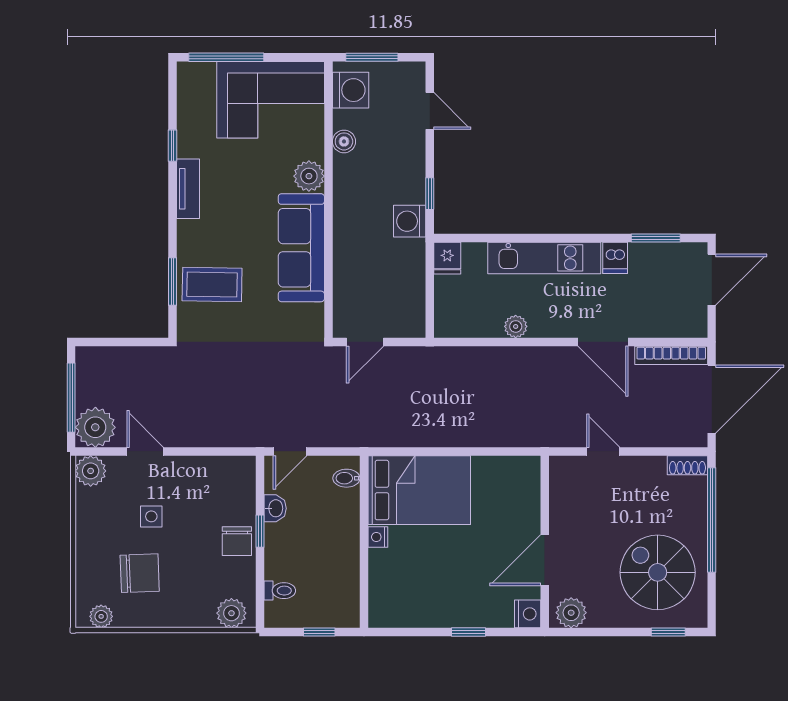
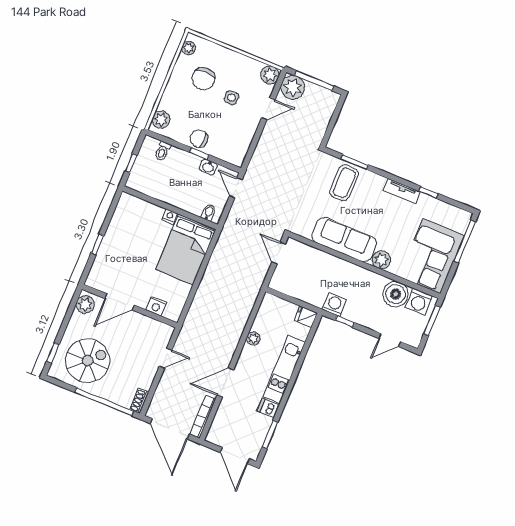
boiler: (344, 141) -> (396, 294), width x1.86, depth x1.86
door: (545, 560) -> (120, 302), swing flipped
nightstand: (528, 614) -> (156, 306), moved

